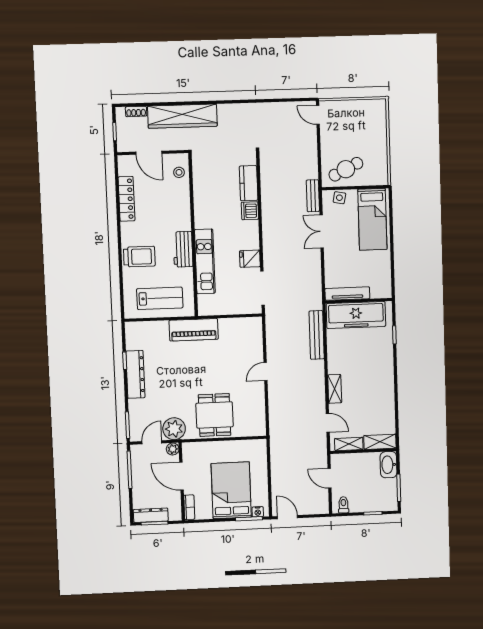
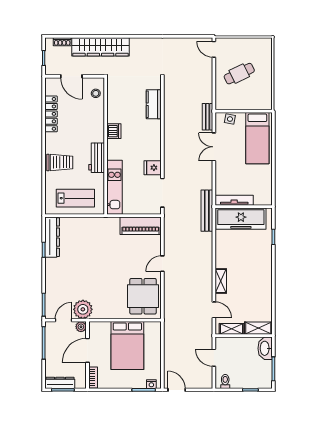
cafe table: (346, 169) -> (239, 74), moved
dishwasher: (250, 211) -> (114, 131), moved, turned 180
kitchen unit: (205, 261) -> (114, 187), moved
piano: (194, 330) -> (141, 226), moved
bench: (317, 335) -> (207, 211), moved
dresser: (135, 374) -> (52, 237), moved
dining table: (215, 415) -> (143, 296), moved
door: (181, 476) -> (87, 350), hinge flipped
bed: (231, 490) -> (127, 345), moved, turned 180

